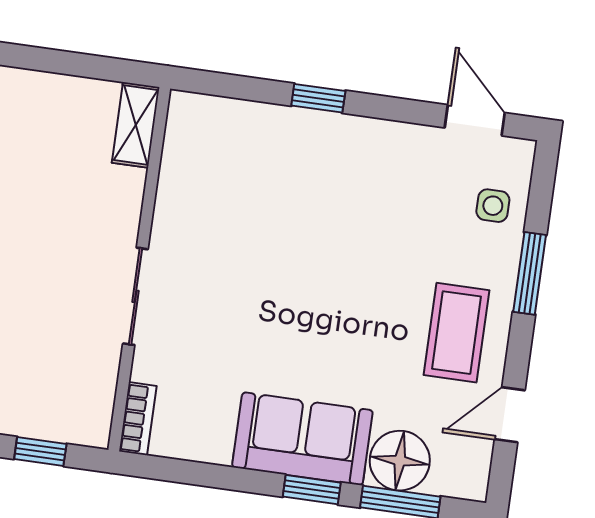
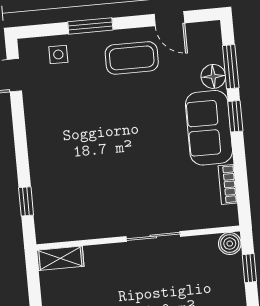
window: (318, 98) -> (26, 201), moved
bookcase: (138, 419) -> (228, 184), moved, turned -90
boiler: (91, 427) -> (230, 244), added
floor lamp: (400, 461) -> (213, 76), width x0.73, depth x0.73

